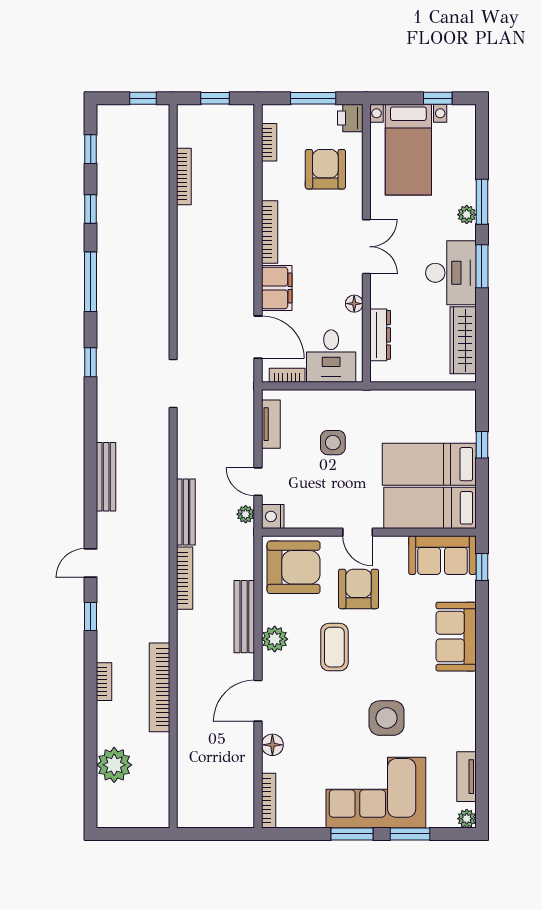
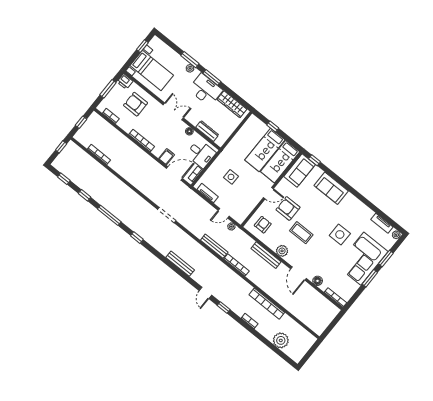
filing cabinet: (277, 288) -> (167, 157), width x0.50
nightstand: (273, 516) -> (240, 218), removed
armchair: (294, 567) -> (263, 225), width x0.53, depth x0.53

